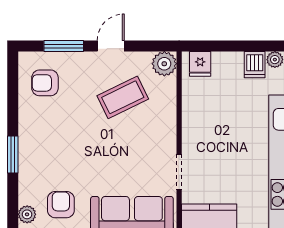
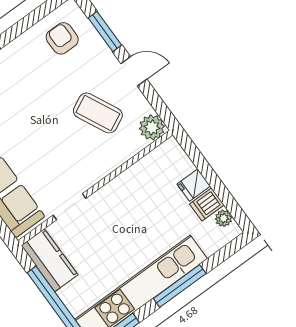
fridge: (200, 64) -> (194, 185), moved

